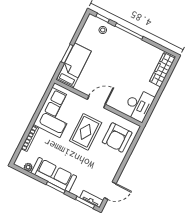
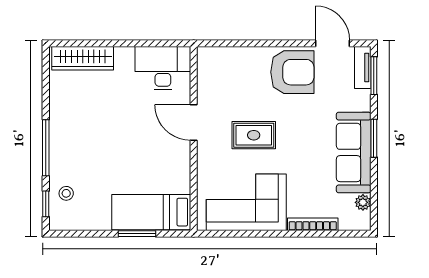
door: (96, 102) -> (194, 123), moved
rug: (86, 132) -> (254, 135), width x0.73, depth x0.70
armchair: (117, 137) -> (292, 72), moved

